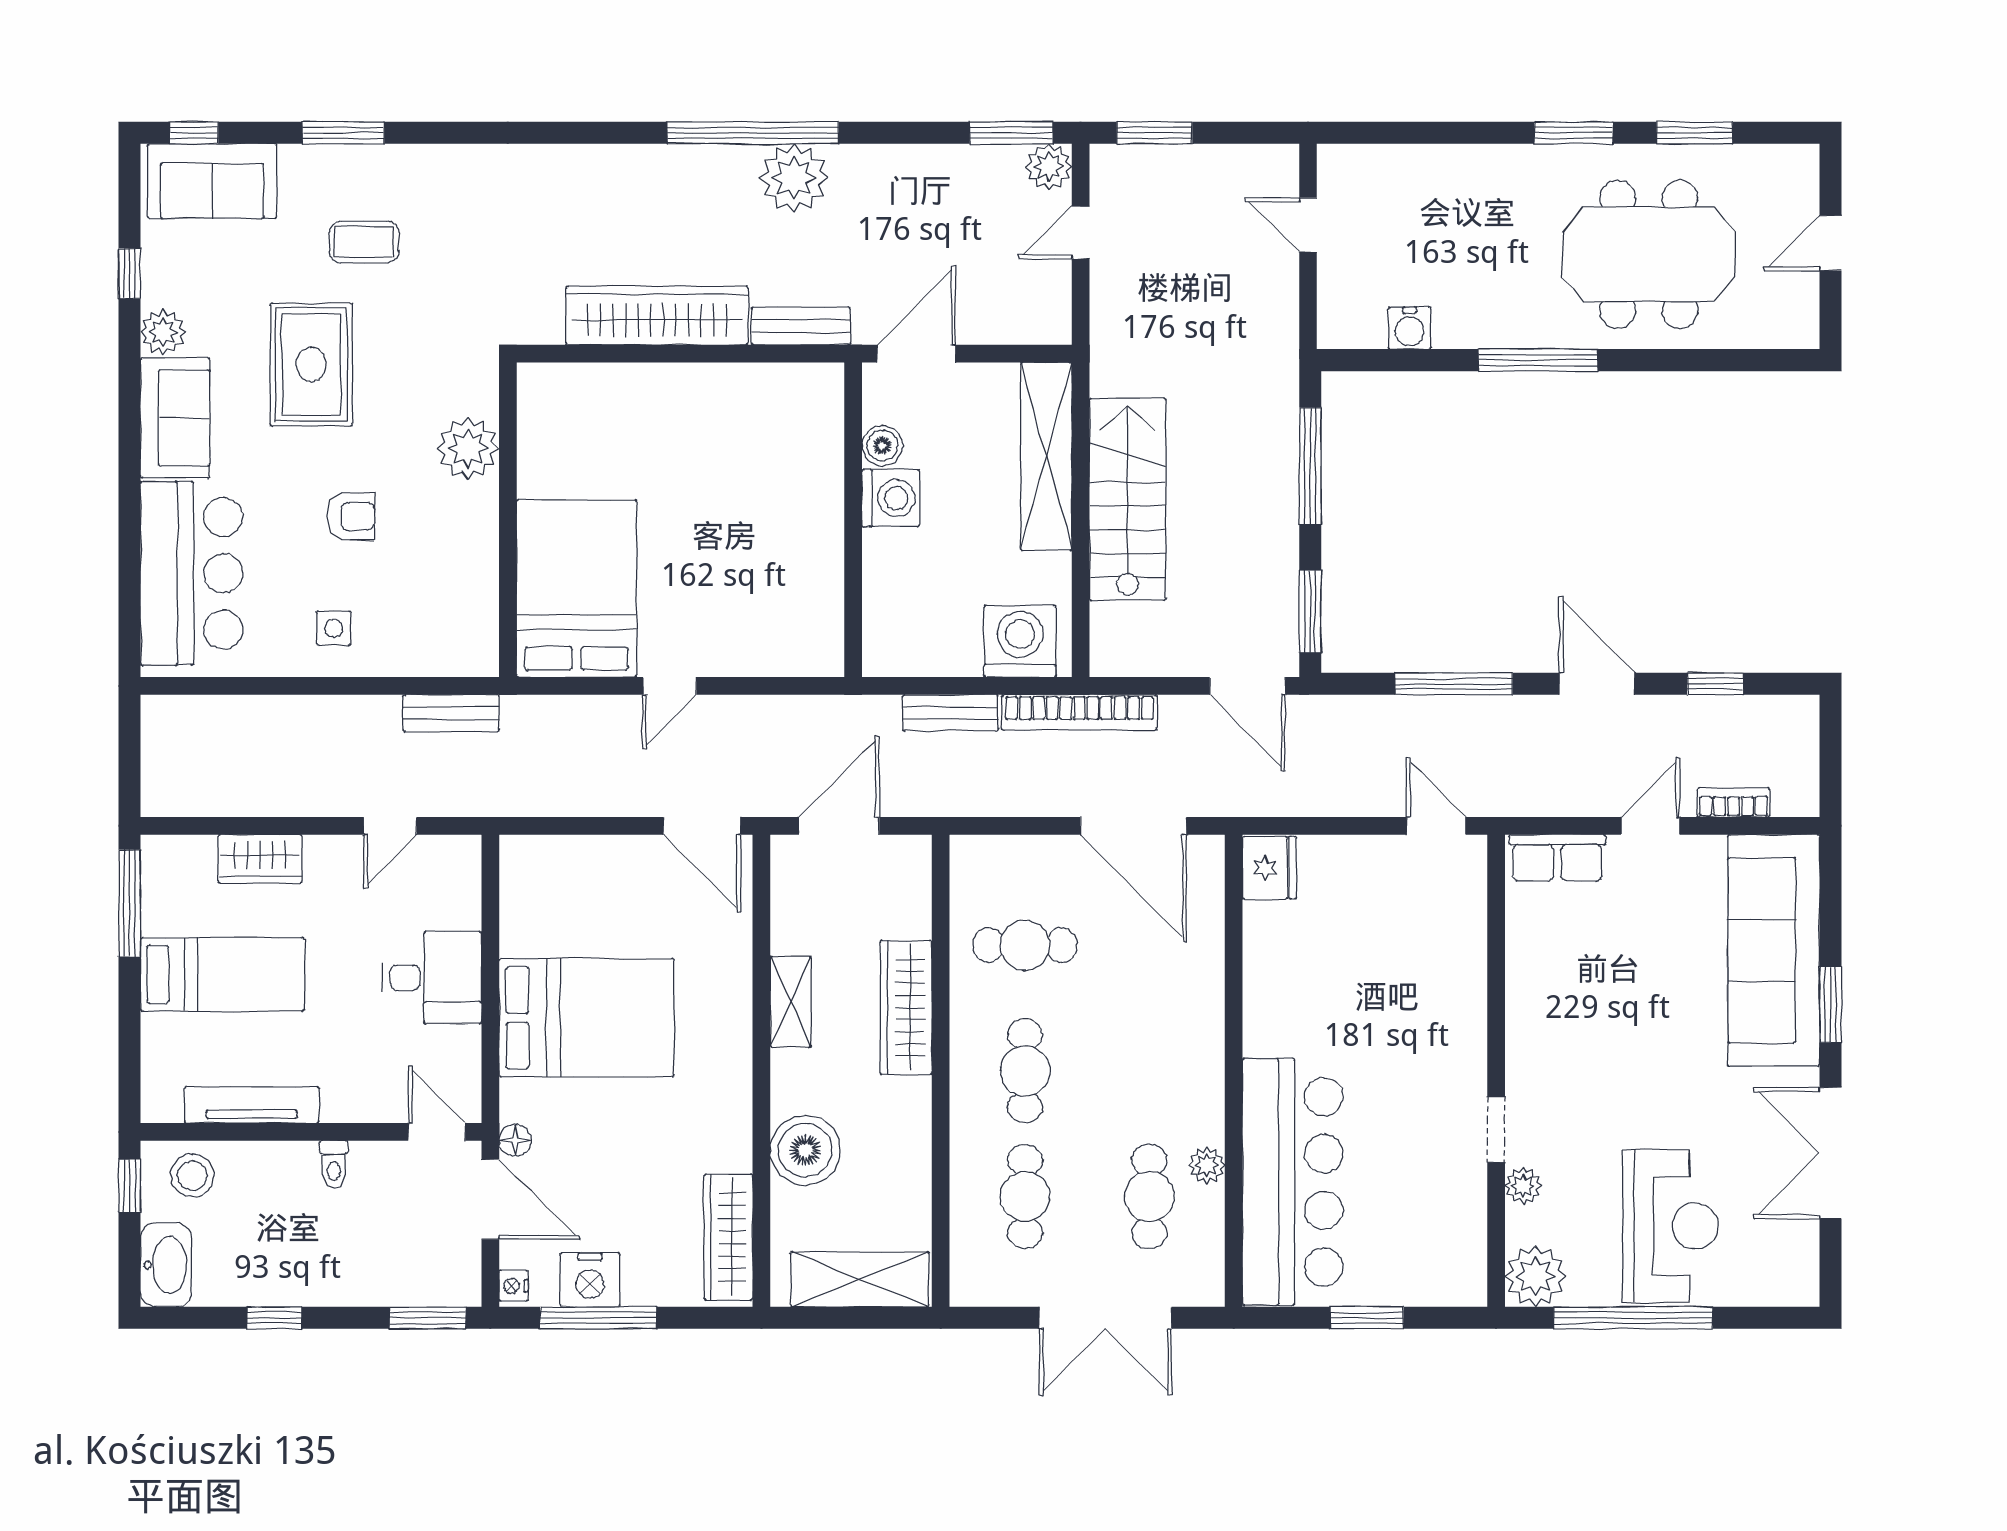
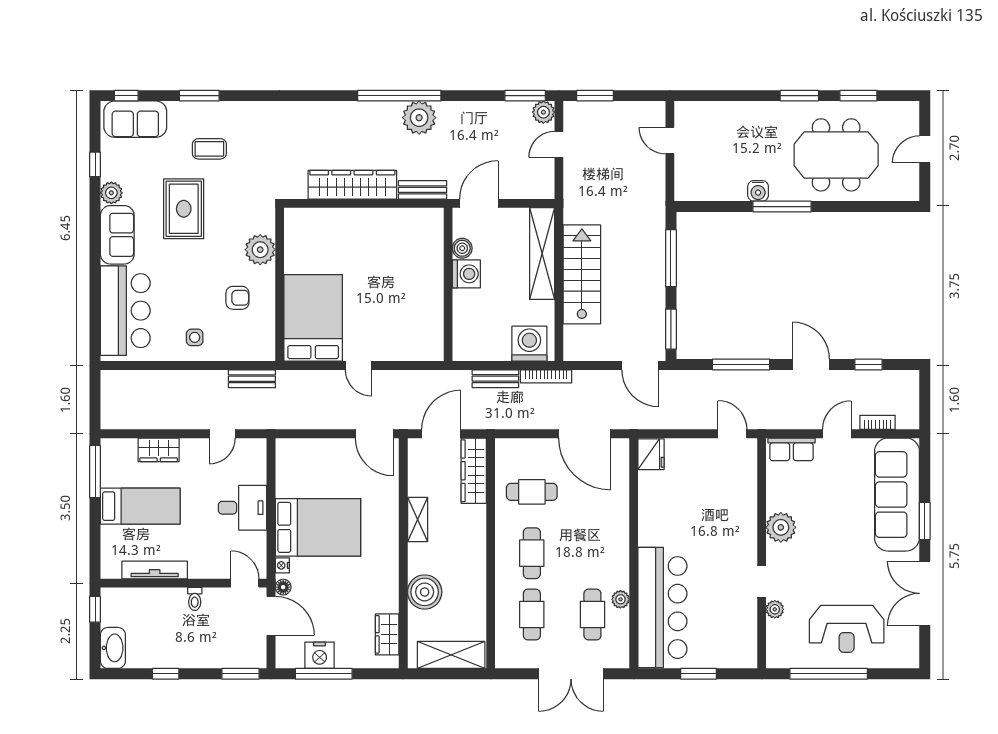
water cooler: (1410, 328) -> (758, 191), moved
armchair: (351, 516) -> (237, 298), moved
door: (670, 686) -> (359, 365), hinge flipped
bookcase: (1079, 712) -> (546, 376), width x0.68, depth x0.76
wardrobe: (906, 1008) -> (474, 471), moved
stool: (192, 1175) -> (126, 604), removed
reception desk: (1670, 1226) -> (847, 629), turned 90
wardrobe: (728, 1237) -> (387, 634), width x0.67
plant: (1535, 1276) -> (781, 527), moved
nightstand: (514, 1286) -> (282, 565), moved

